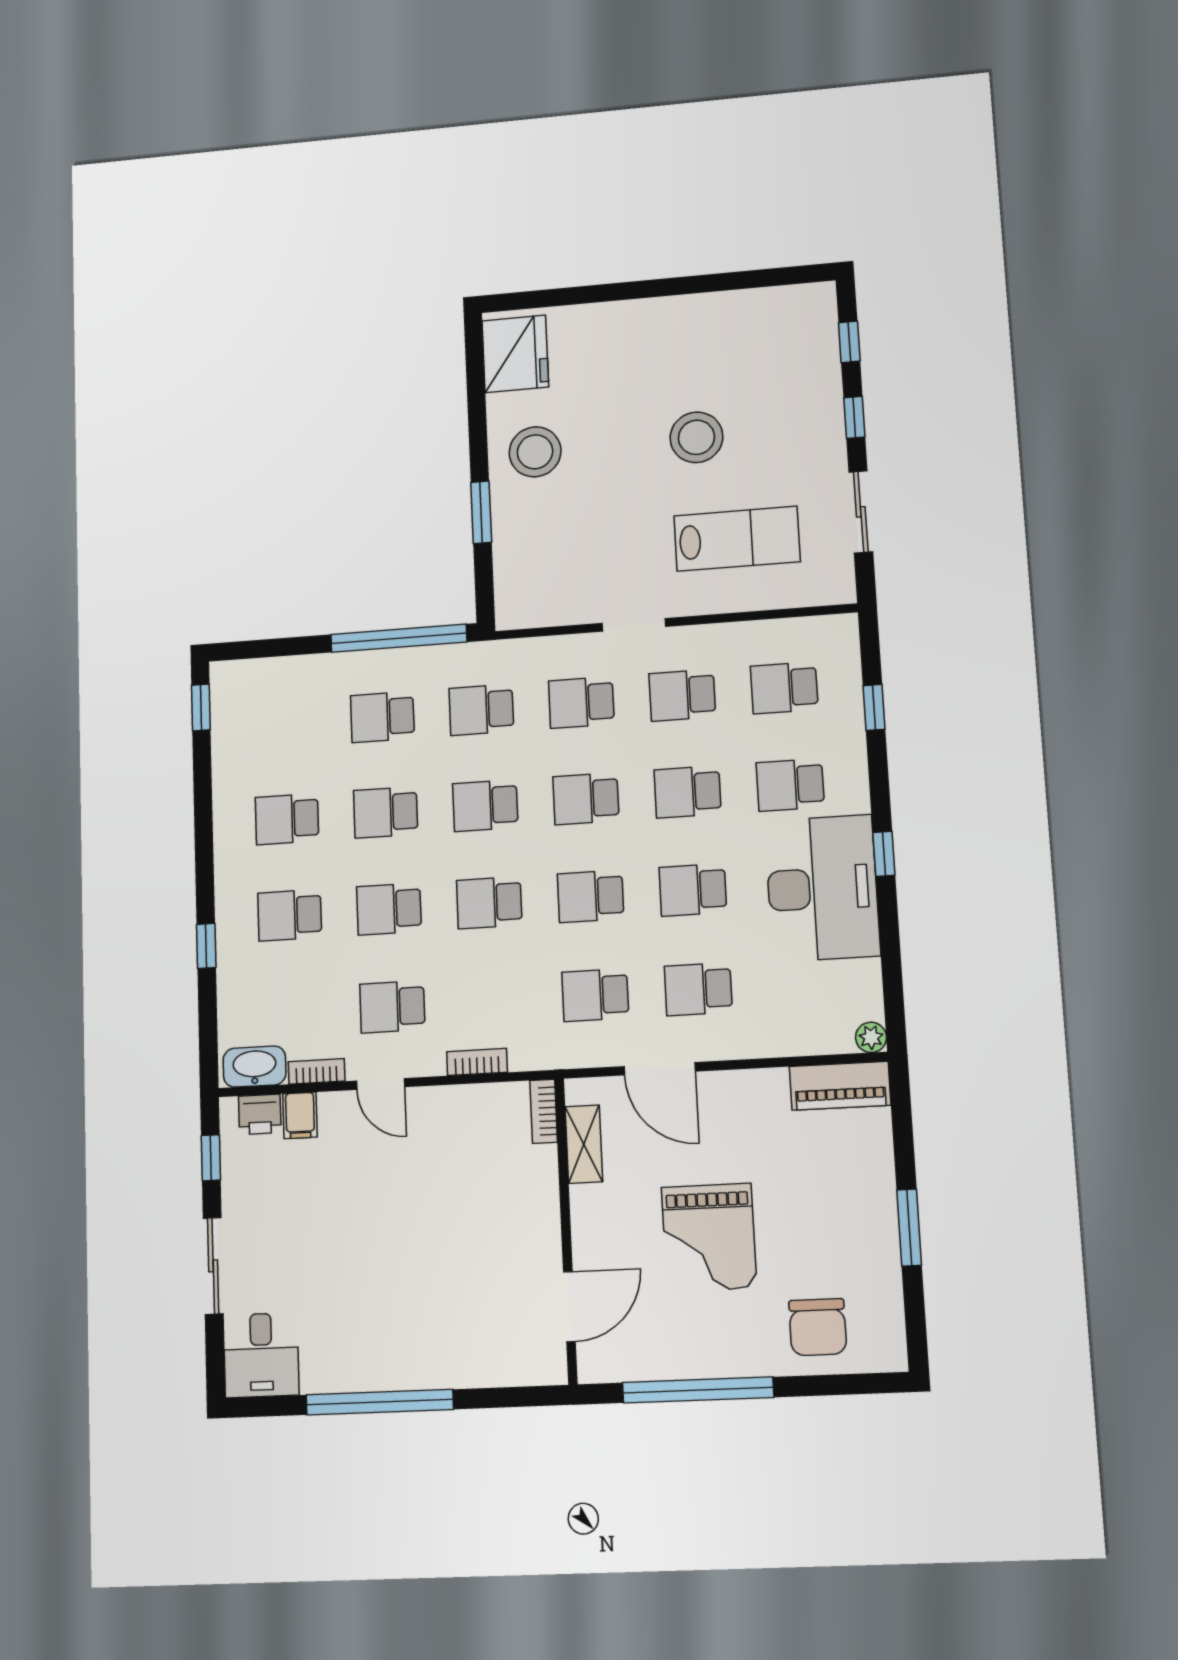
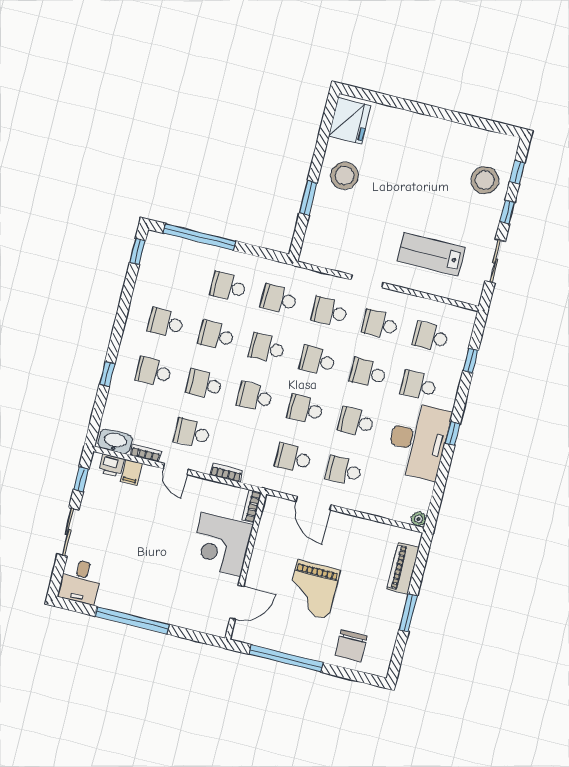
stool: (696, 437) -> (485, 180), moved
lab bench: (737, 539) -> (431, 254), turned 180
window: (399, 638) -> (199, 237), moved
piano: (840, 1086) -> (403, 568), moved, turned 90
shelving: (584, 1144) -> (266, 528), removed
corner desk: (507, 1202) -> (221, 544), added

